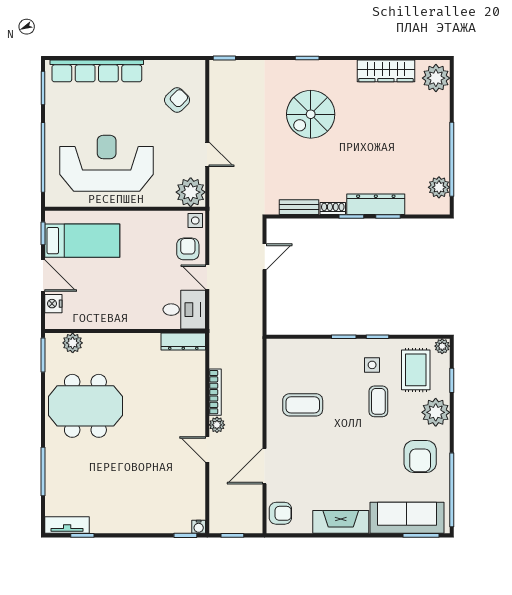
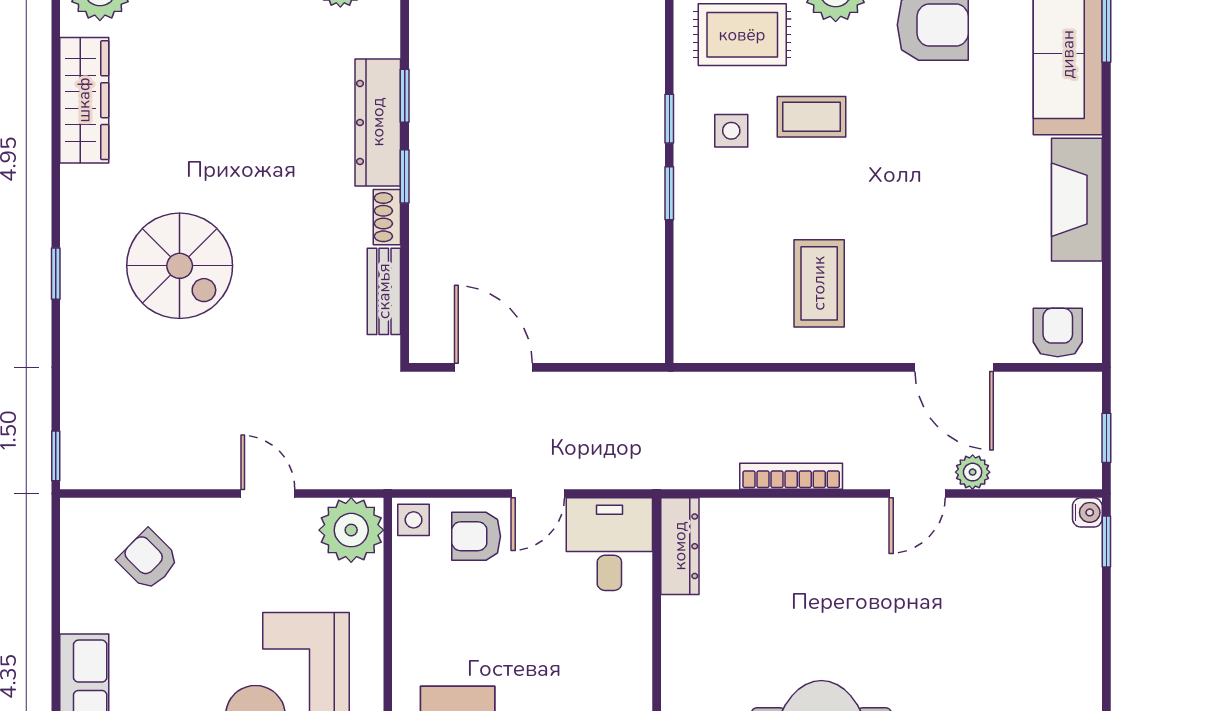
door: (207, 154) -> (268, 493), hinge flipped
door: (265, 257) -> (493, 367), width x1.38
plant: (217, 425) -> (973, 472), moved

